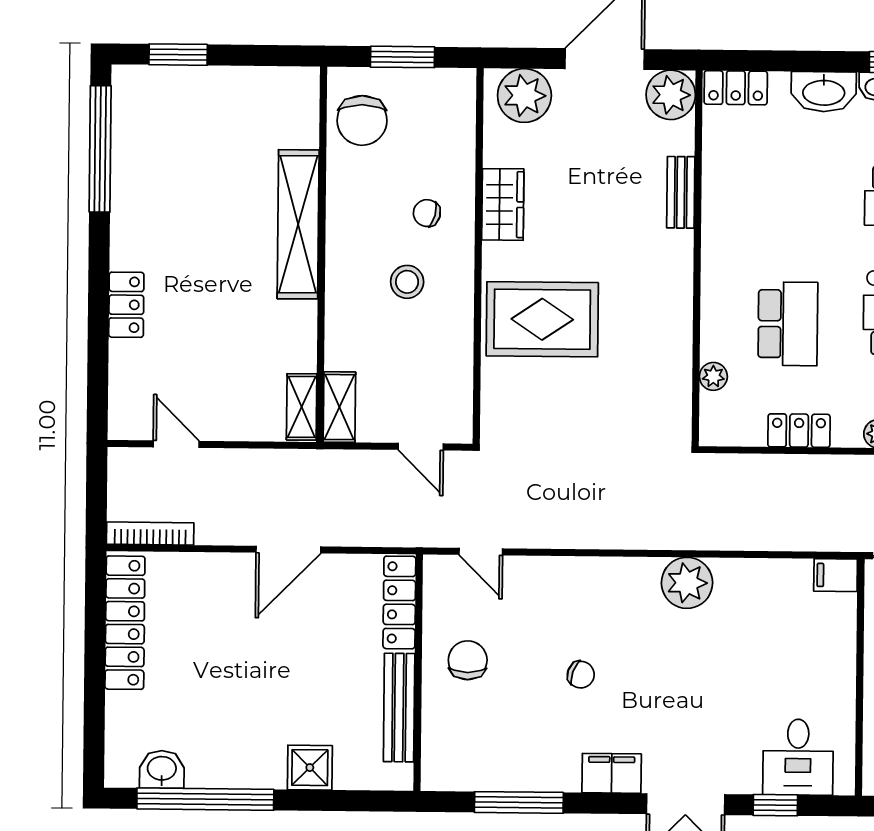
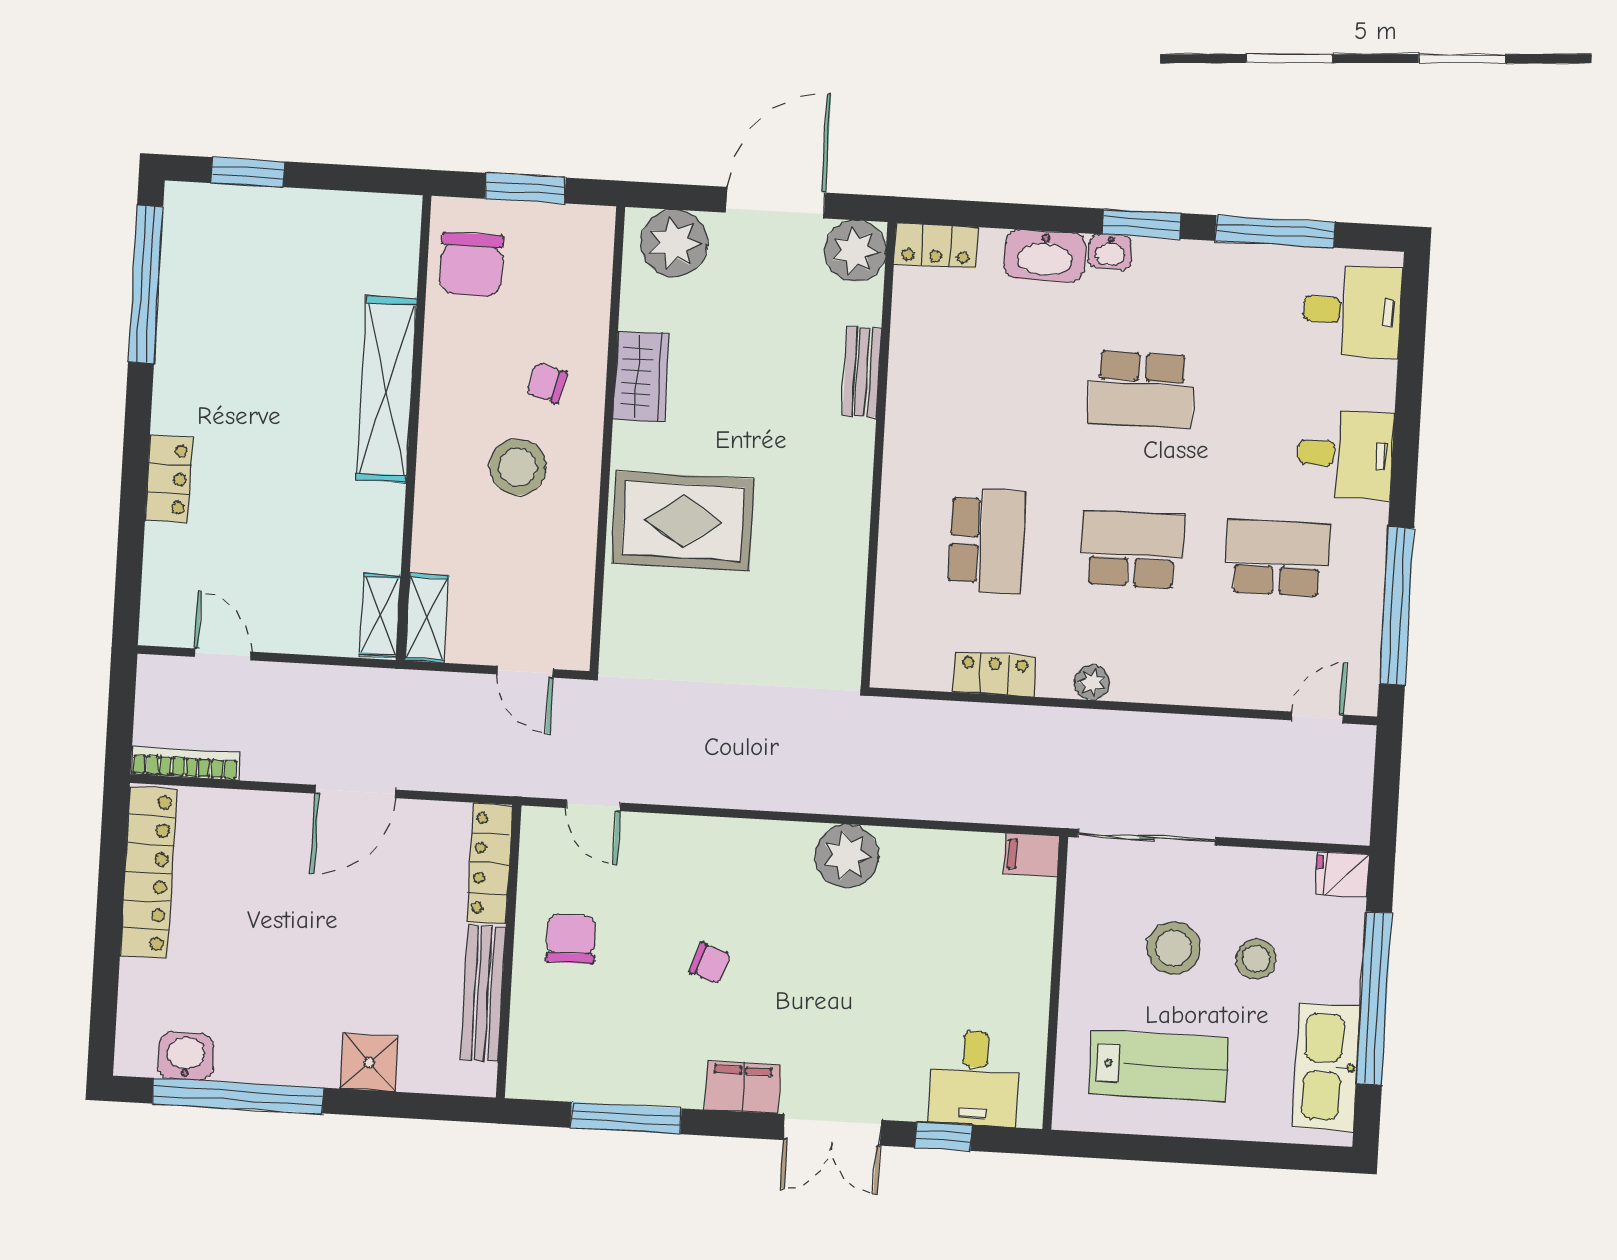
stool: (407, 282) -> (518, 467), width x1.38, depth x1.38
plant: (713, 376) -> (892, 602), removed

